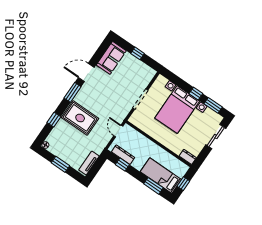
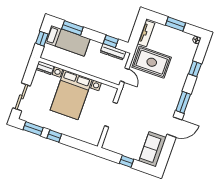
bed with nightstands: (177, 110) -> (71, 95), moved, turned 180
rug: (80, 118) -> (152, 62), moved

